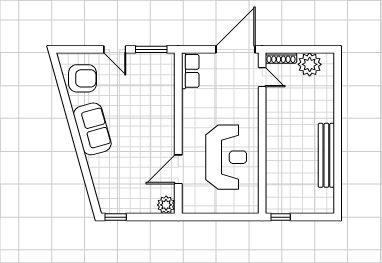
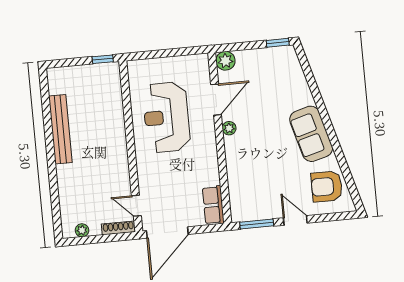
plant: (310, 64) -> (82, 230), width x0.53, depth x0.53
plant: (169, 141) -> (229, 128), added

